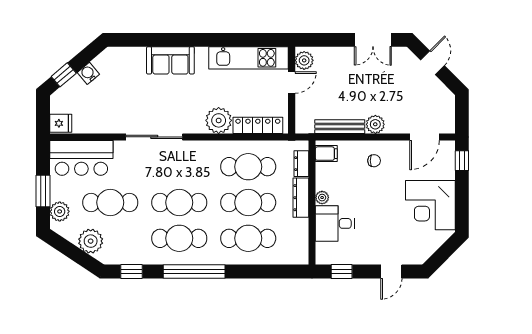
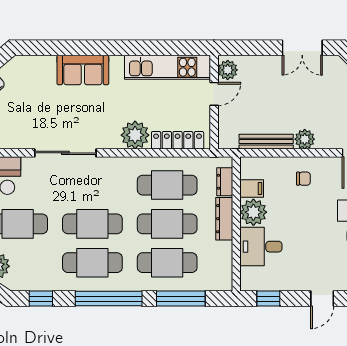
filing cabinet: (326, 154) -> (252, 188), moved
plant: (322, 198) -> (253, 212), width x1.87, depth x1.87
window: (261, 271) -> (181, 299), added

